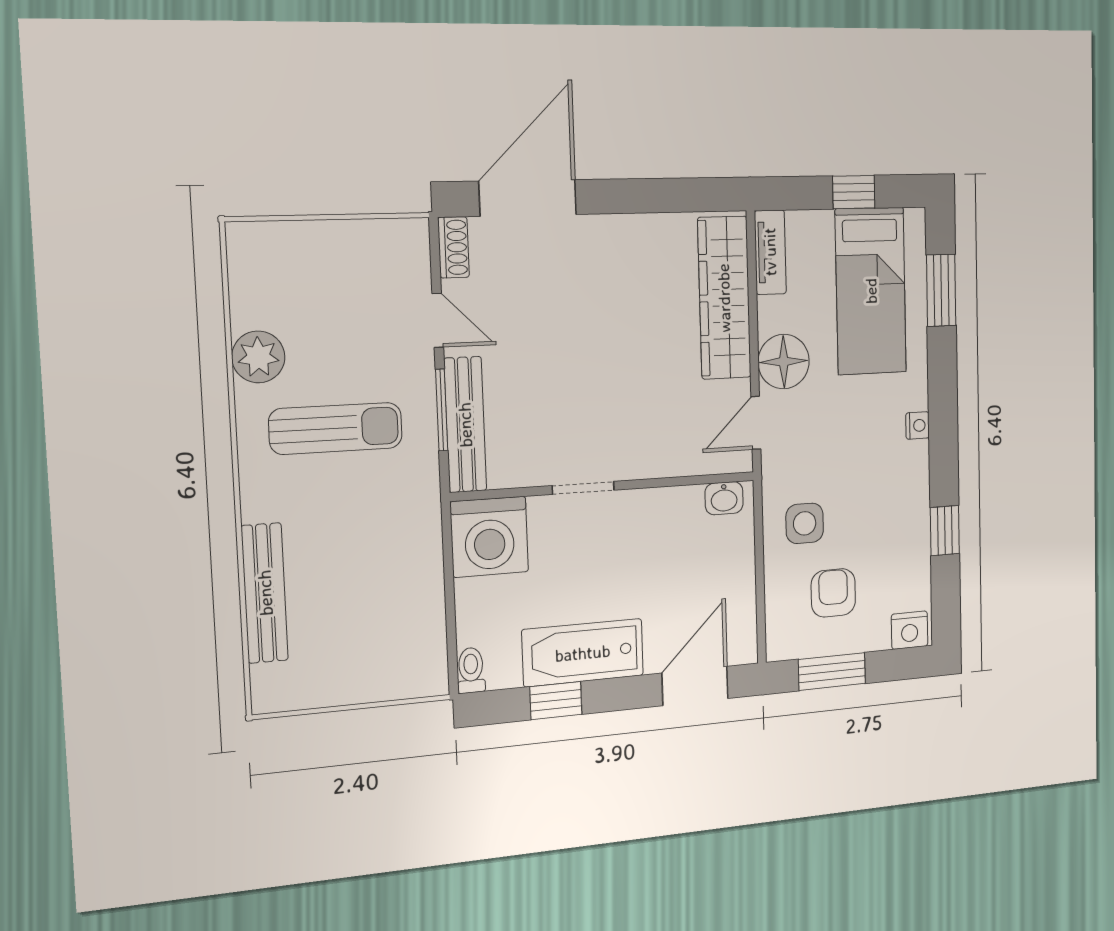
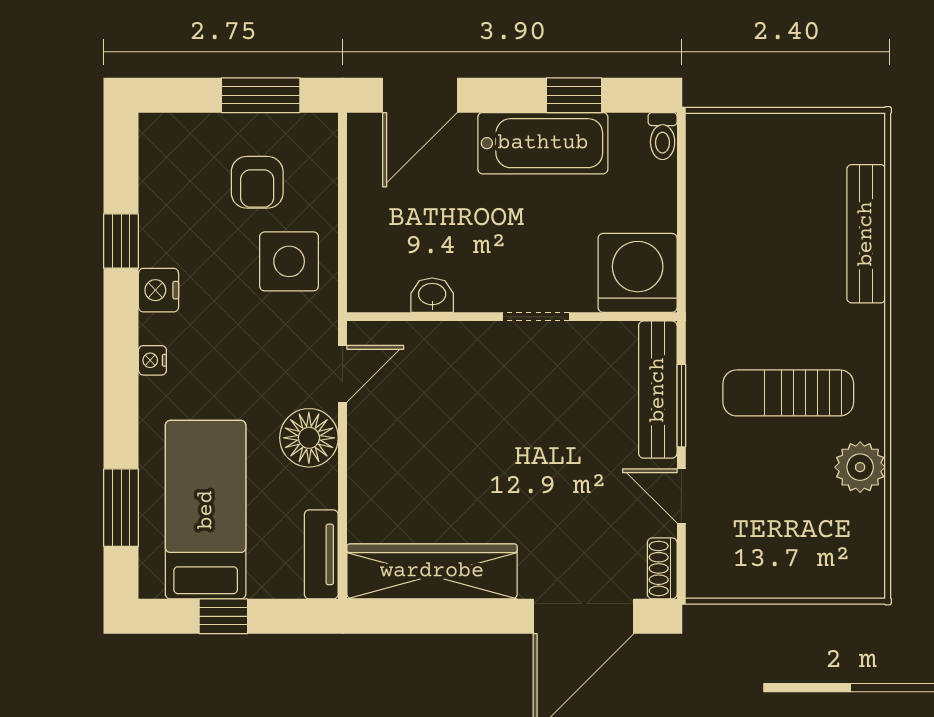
wardrobe: (724, 298) -> (432, 571), moved, turned -90
washbasin: (724, 498) -> (432, 295), moved
side table: (805, 523) -> (289, 261), width x1.37, depth x1.37
nightstand: (910, 630) -> (159, 290), moved, turned -90

